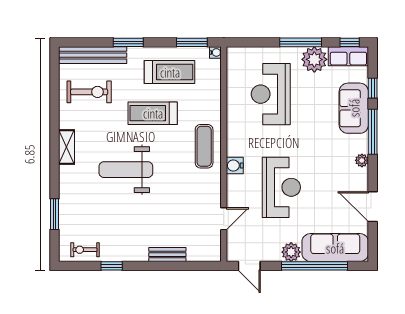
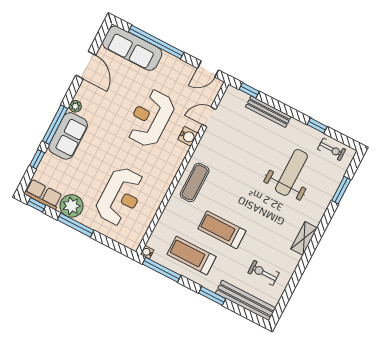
window: (192, 42) -> (162, 270), width x1.44
exercise bike: (89, 92) -> (263, 273), width x0.73, depth x0.72
sofa: (354, 108) -> (68, 136), moved
treadmill: (153, 113) -> (222, 230), turned 180
water cooler: (235, 165) -> (188, 136), moved
weight bench: (126, 170) -> (291, 172), moved, turned -90
plant: (291, 252) -> (169, 63), removed
bench: (167, 255) -> (268, 112), width x1.36
window: (197, 266) -> (249, 90), added
door: (249, 266) -> (208, 69), swing flipped

